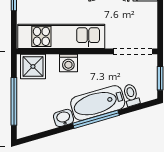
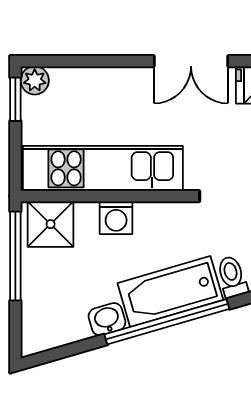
window: (14, 101) -> (15, 256), moved
window: (96, 119) -> (167, 322), width x1.46

